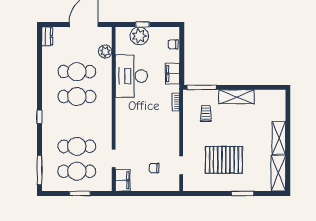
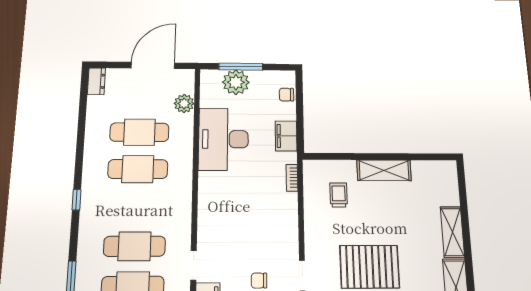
window: (143, 24) -> (241, 67), width x2.17
window: (202, 87) -> (331, 156), removed

